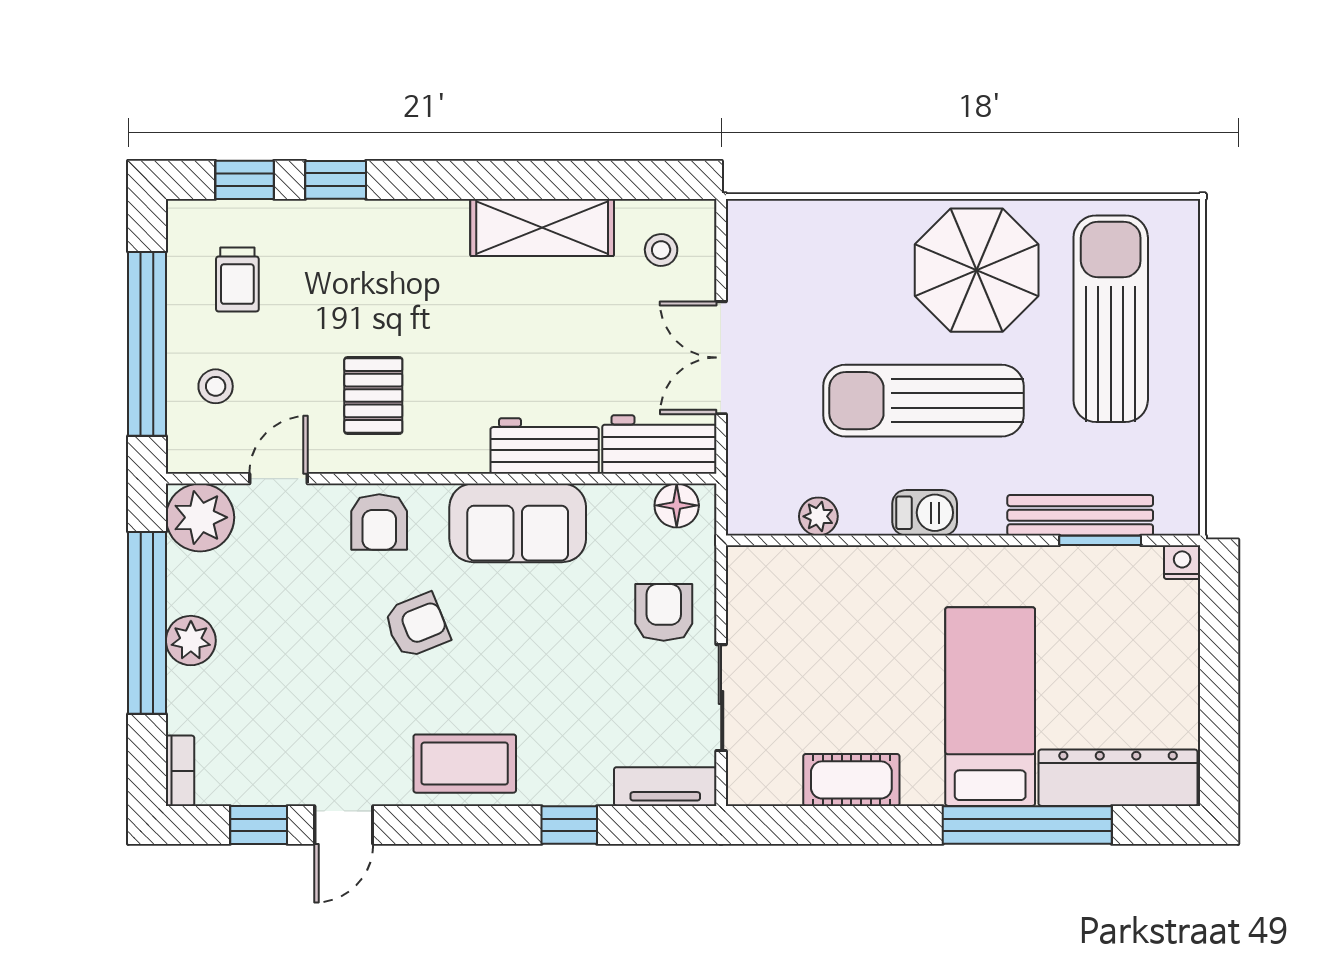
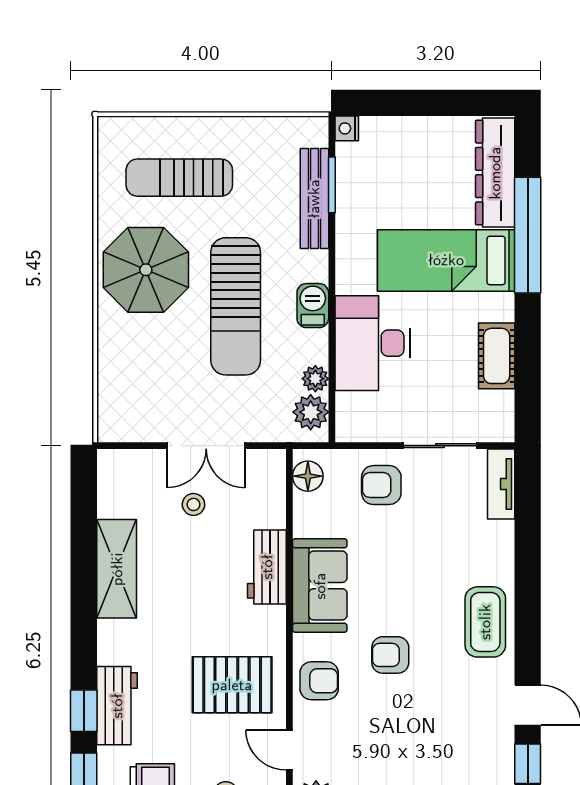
stool: (661, 250) -> (193, 504), moved
sun lounger: (1111, 319) -> (179, 178), width x0.73, depth x0.75
pallet: (373, 395) -> (232, 685), width x1.50, depth x1.42
workbench: (659, 445) -> (117, 706), moved, turned 180
plant: (770, 510) -> (311, 412), added
desk: (870, 599) -> (372, 343), added
armchair: (417, 625) -> (390, 655), turned -68
window: (569, 825) -> (528, 550), removed

